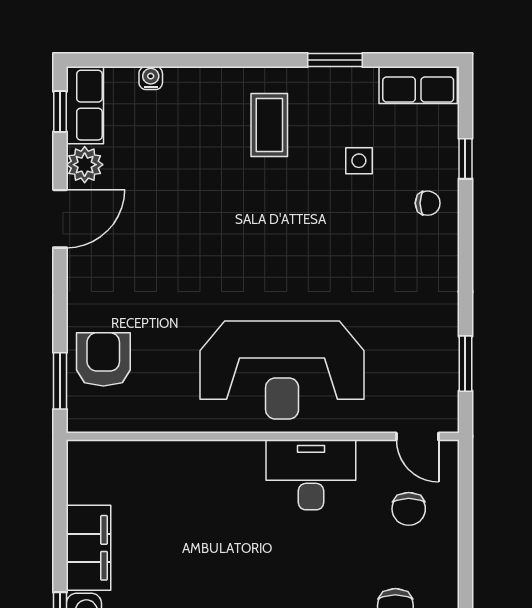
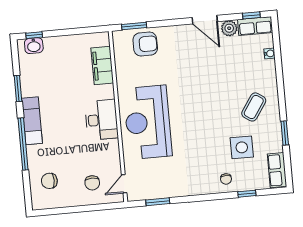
coffee table: (269, 125) -> (254, 107), turned -56
side table: (359, 161) -> (242, 147), width x1.87, depth x1.87
desk: (311, 475) -> (101, 120), moved
chair: (409, 509) -> (92, 183), turned -90
filing cabinet: (89, 548) -> (102, 66), moved, turned 90

